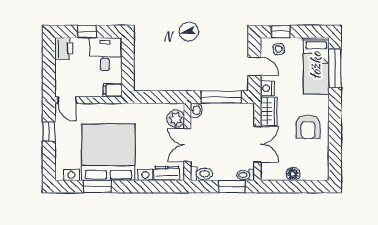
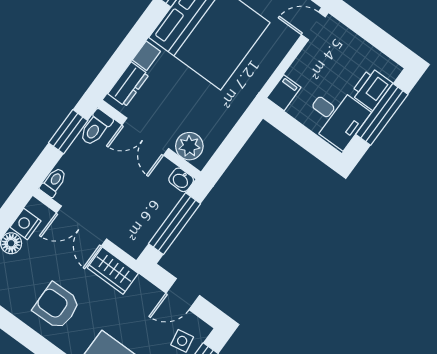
window: (87, 32) -> (382, 114), width x2.17
printer: (64, 49) -> (371, 89), moved, turned 90
nightstand: (267, 88) -> (26, 224), moved, turned -90
double door: (187, 145) -> (145, 137), swing flipped
window: (232, 187) -> (68, 132), moved

